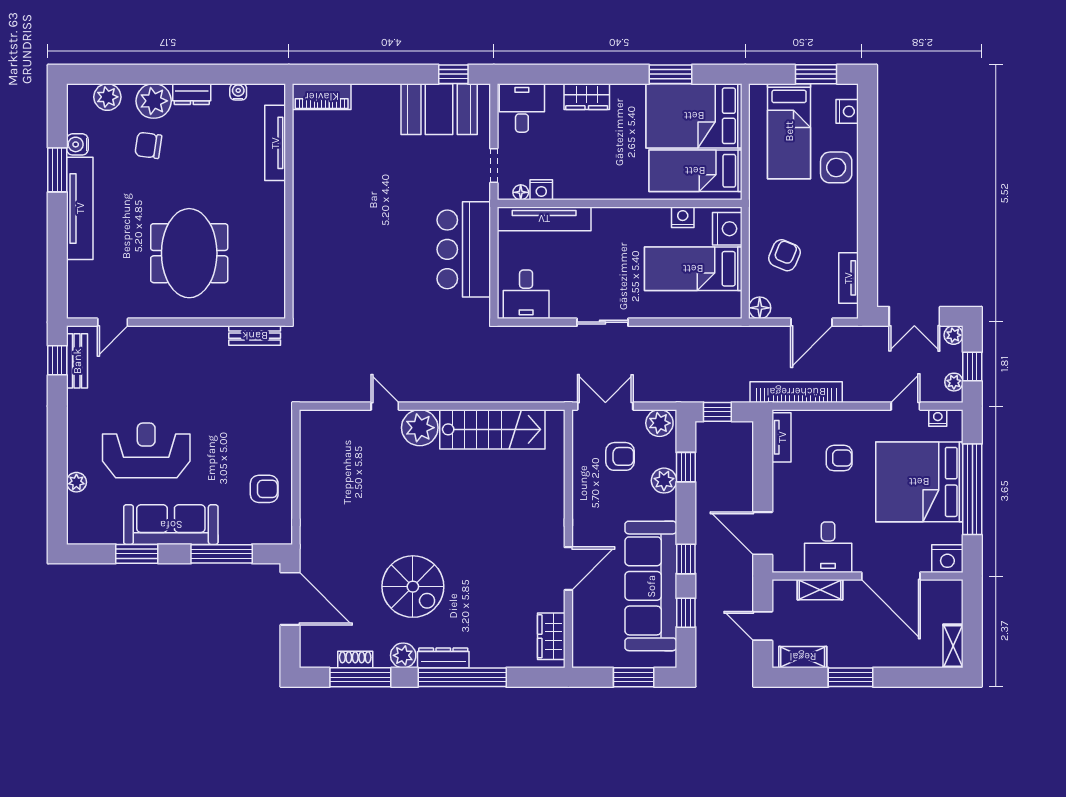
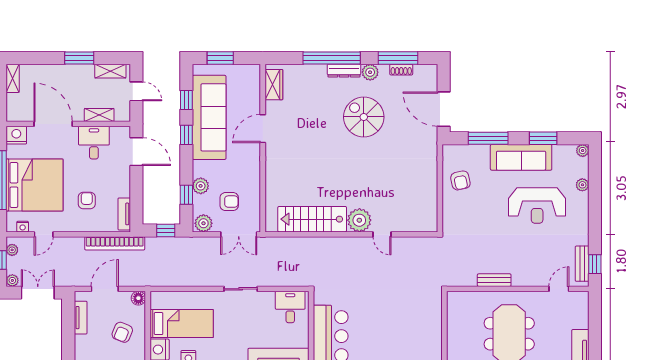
bench: (255, 336) -> (494, 280), moved
armchair: (620, 456) -> (229, 202), turned 180
armchair: (839, 458) -> (87, 201), turned 90
armchair: (264, 489) -> (460, 180), turned -102
plant: (76, 535) -> (583, 151), added

